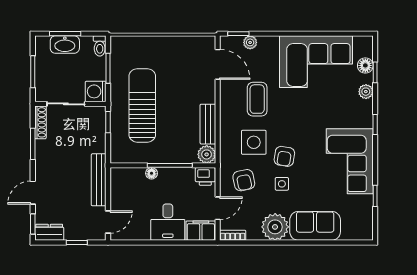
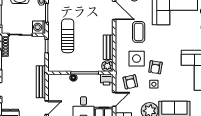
sun lounger: (142, 105) -> (68, 36), width x0.73, depth x0.75

